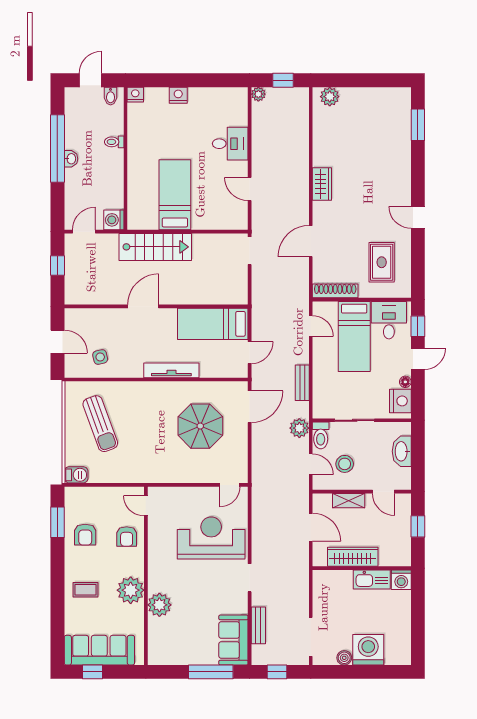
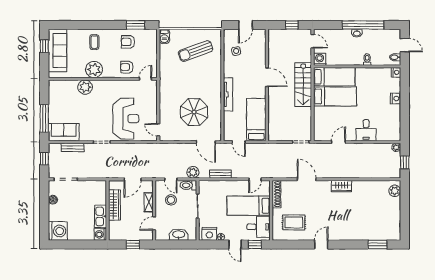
bed: (142, 196) -> (334, 77), added
door: (311, 464) -> (171, 179), hinge flipped
washing machine: (368, 650) -> (58, 231), moved

